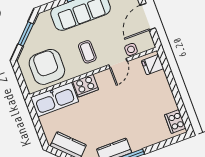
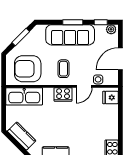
armchair: (47, 67) -> (28, 69), turned -90
cooker: (86, 86) -> (63, 94), moved

